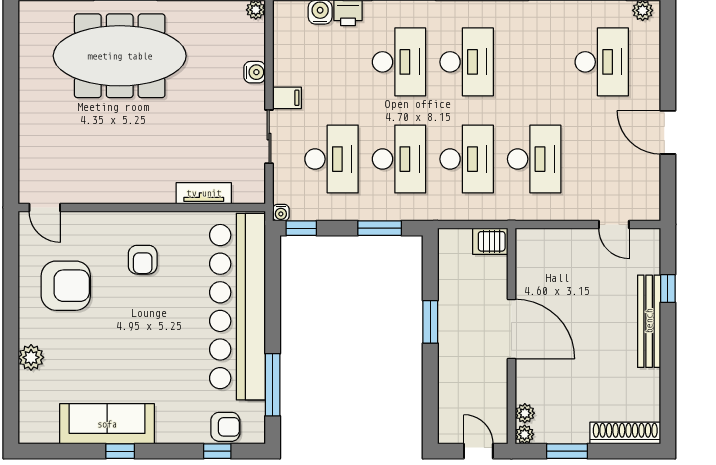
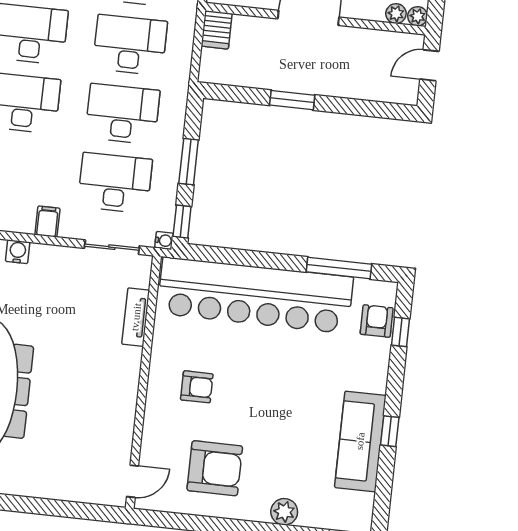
sliding door: (269, 137) -> (112, 247), moved
window: (380, 228) -> (189, 162), moved
armchair: (66, 286) -> (215, 468), turned 90

